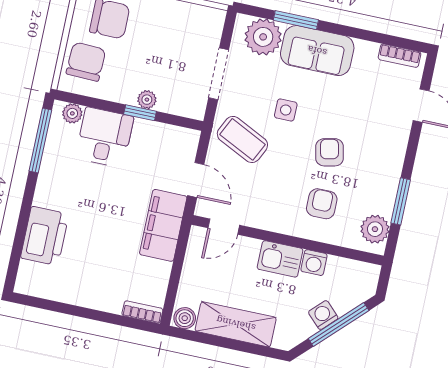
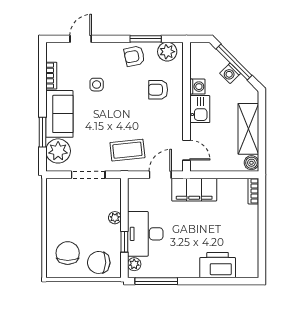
bookcase: (400, 56) -> (51, 76), moved
side table: (286, 110) -> (97, 85), moved
window: (140, 113) -> (124, 242), moved
desk: (105, 137) -> (145, 234), width x1.37
coffee table: (242, 139) -> (127, 150), turned 58
armchair: (330, 152) -> (134, 56), moved

